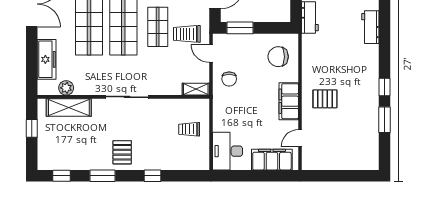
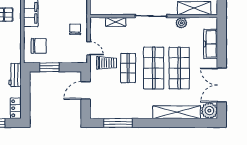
window: (240, 28) -> (49, 67), moved
plant: (66, 88) -> (181, 23), moved
shelving: (196, 89) -> (116, 22), moved

